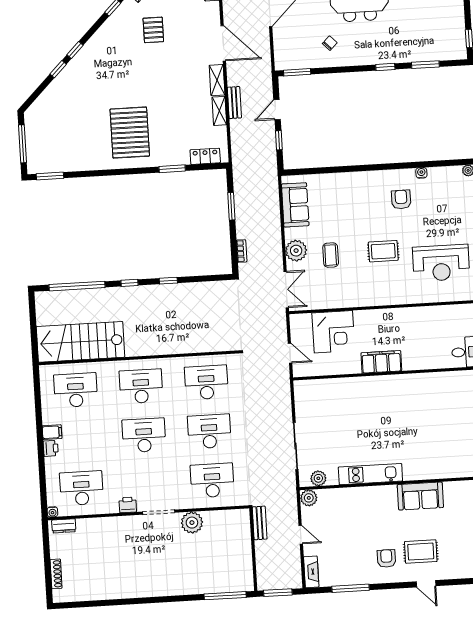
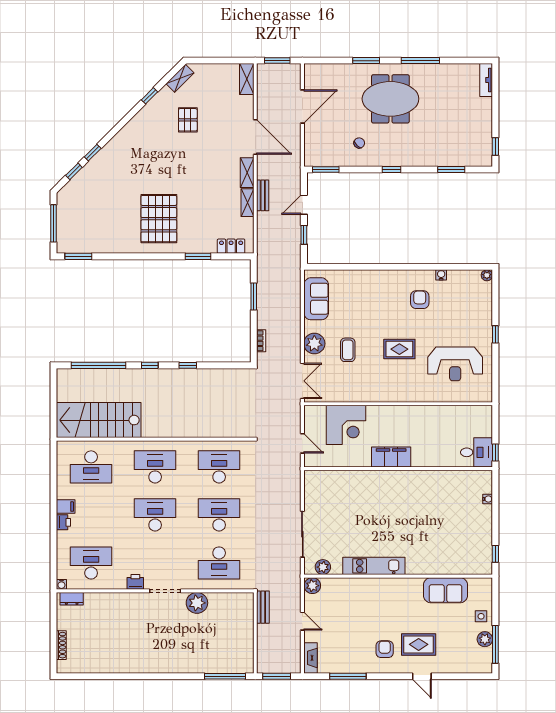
window: (75, 50) -> (74, 171), moved
window: (385, 67) -> (392, 170), moved
desk: (76, 390) -> (91, 467), turned 180
desk: (212, 480) -> (219, 563), turned 180
sofa: (420, 496) -> (445, 590), moved

